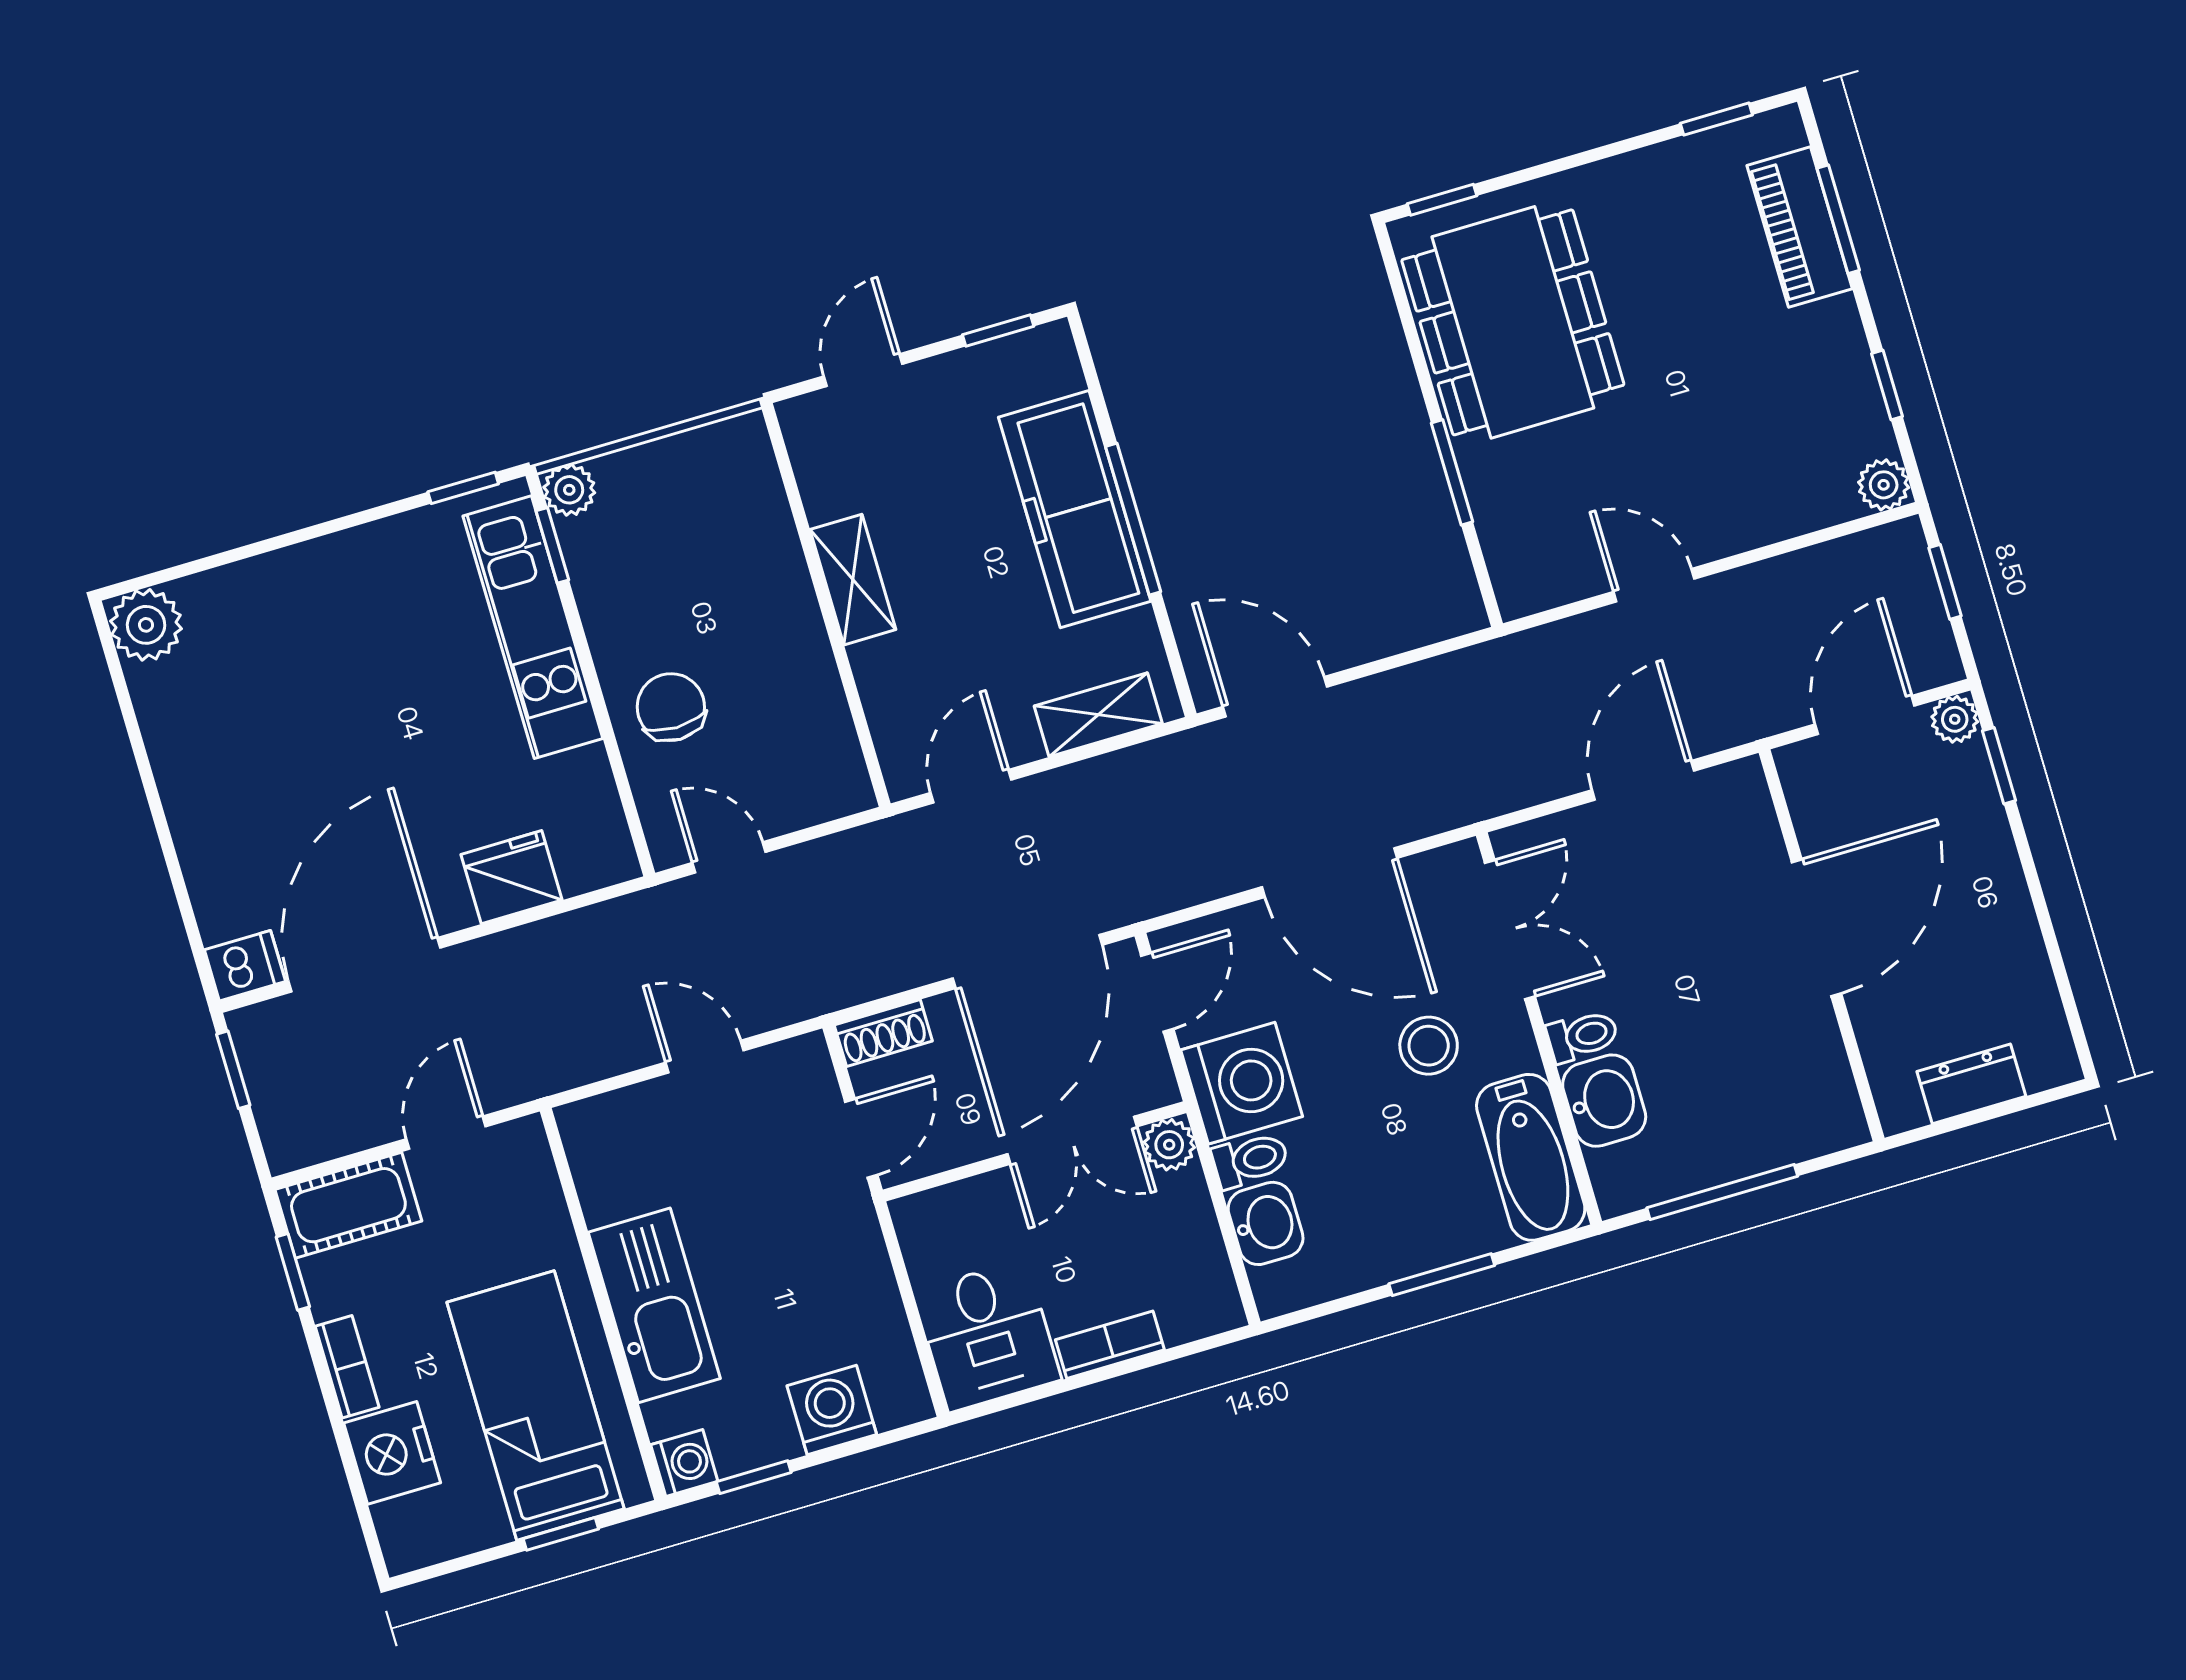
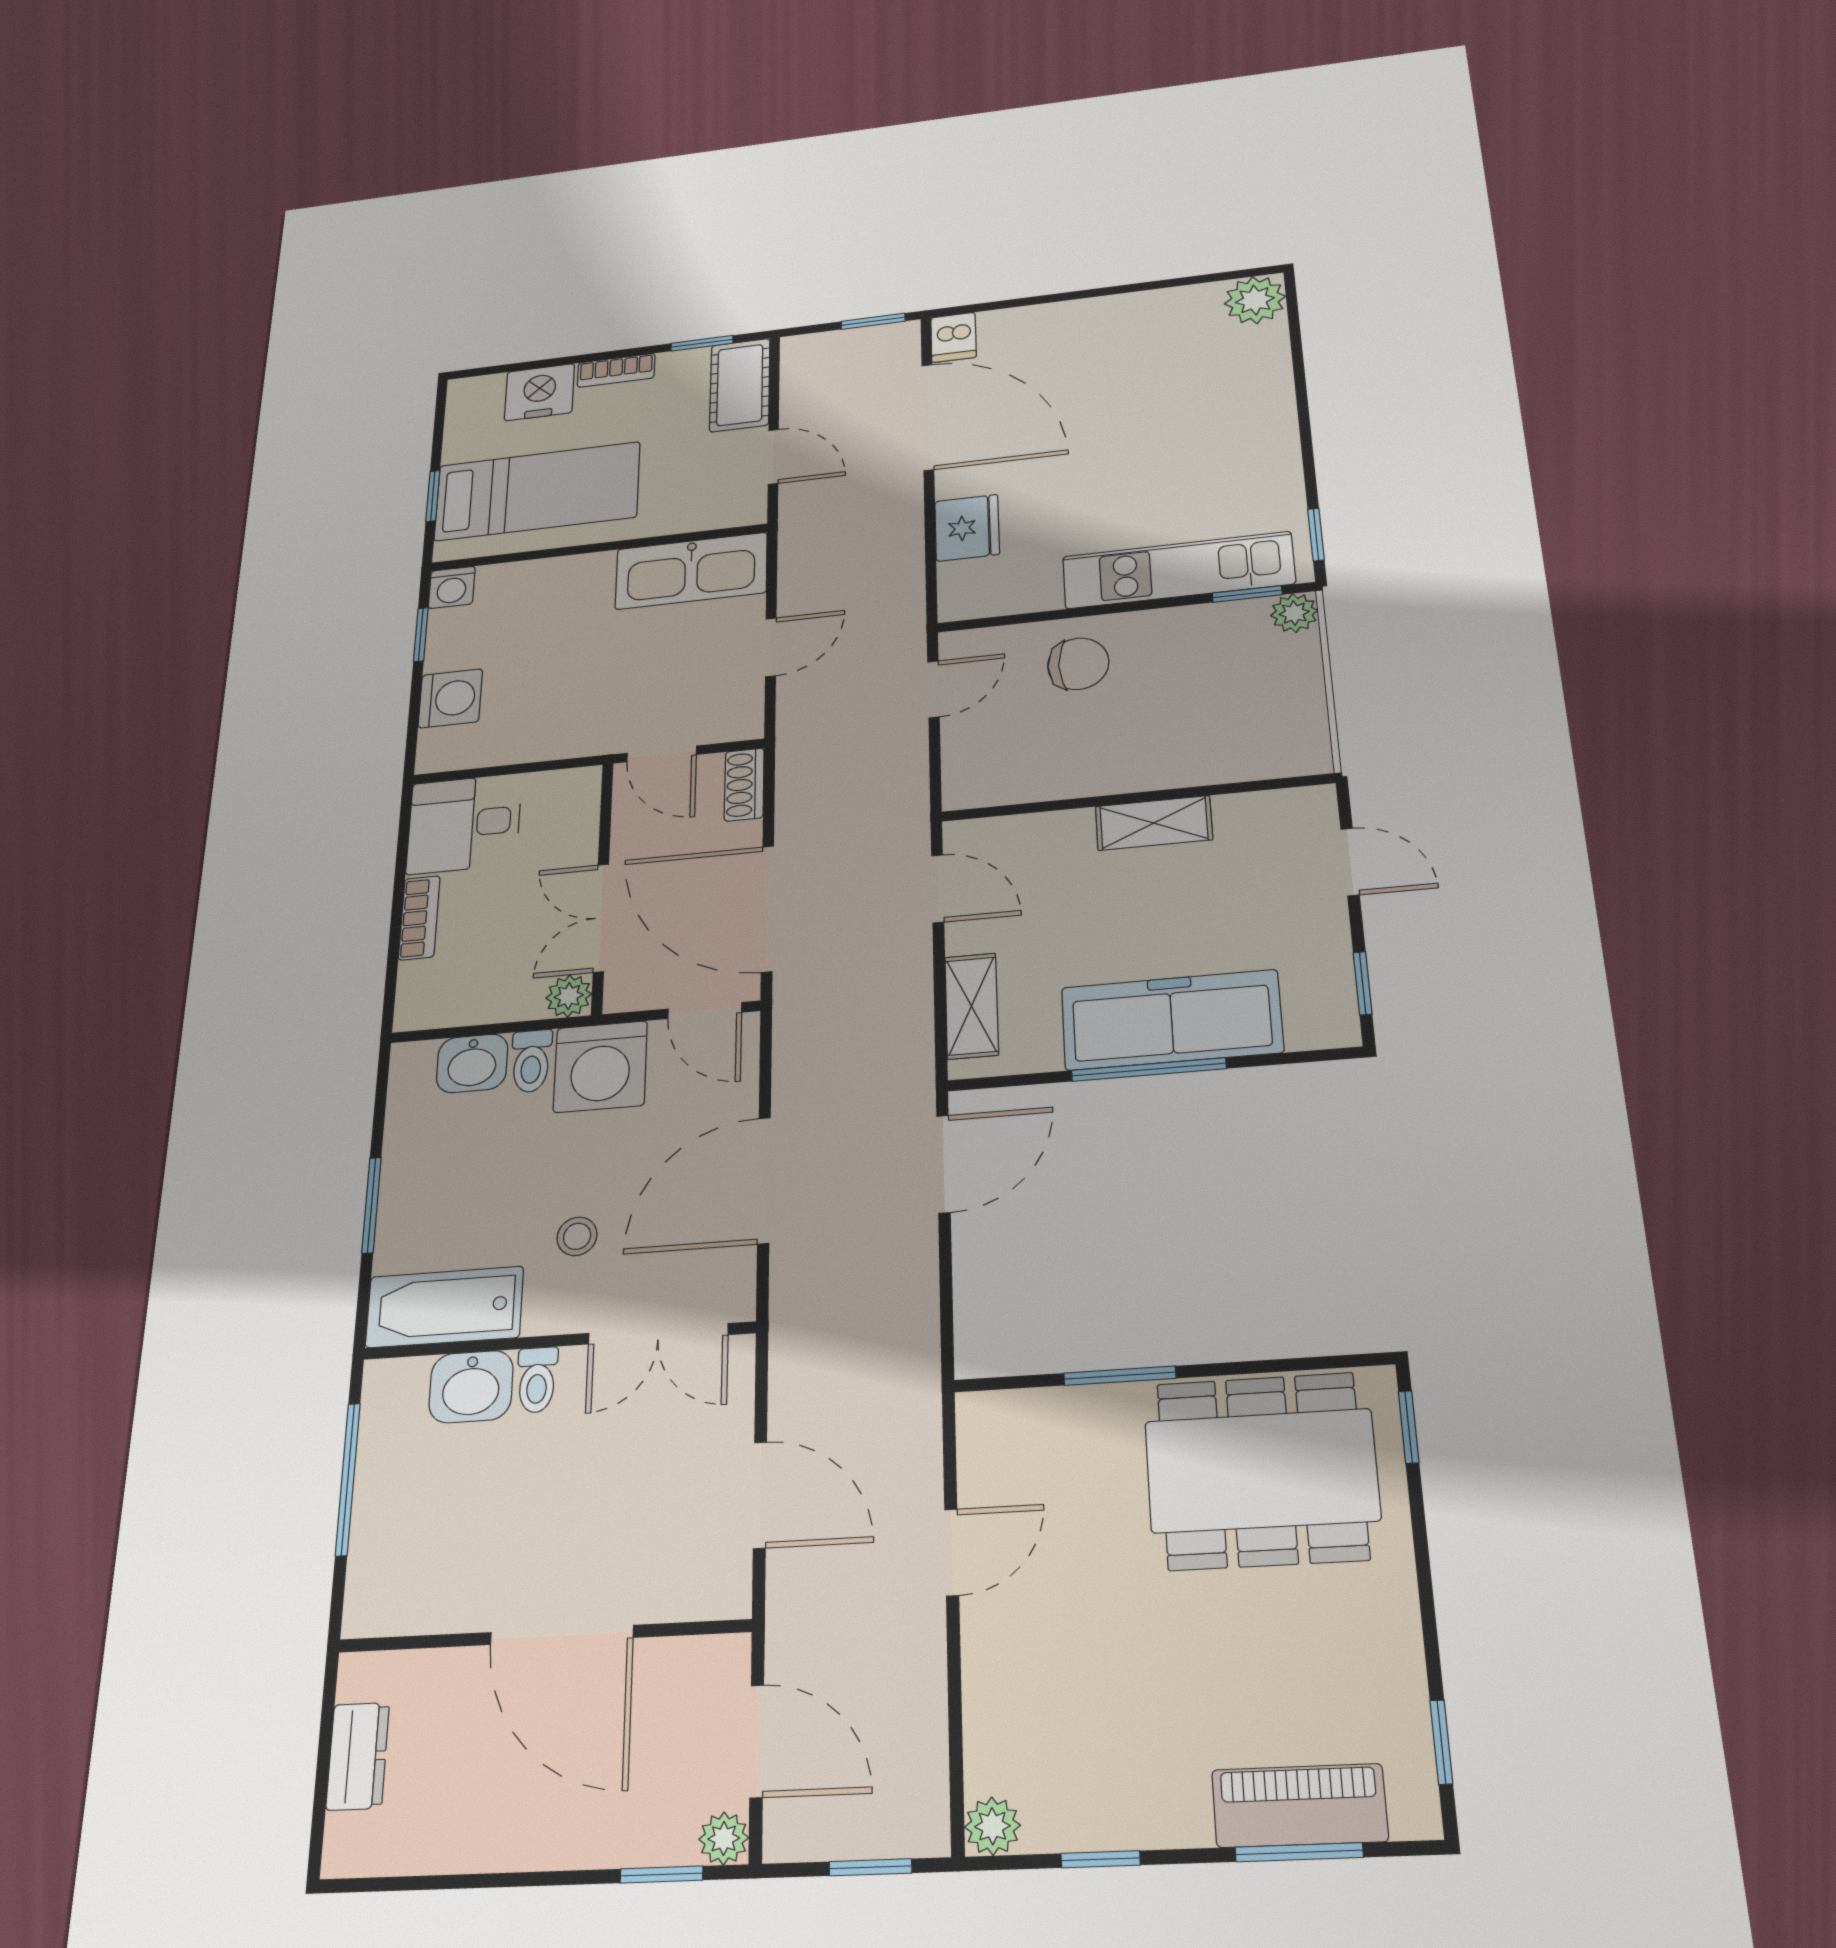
stool: (1429, 1046) -> (577, 1236), width x0.73, depth x0.73
kitchen sink: (654, 1305) -> (691, 571), moved

